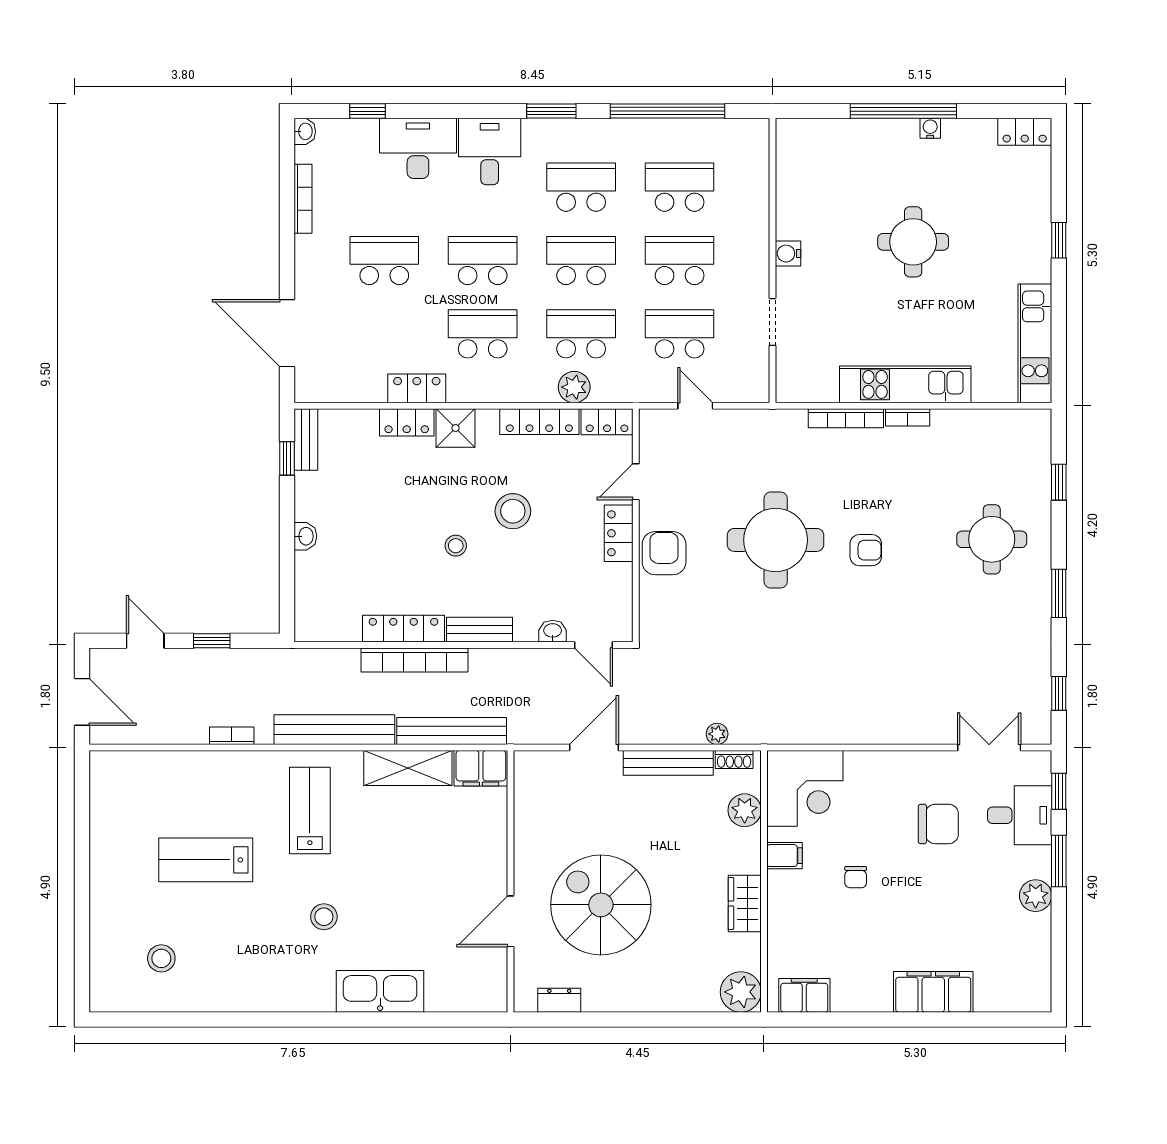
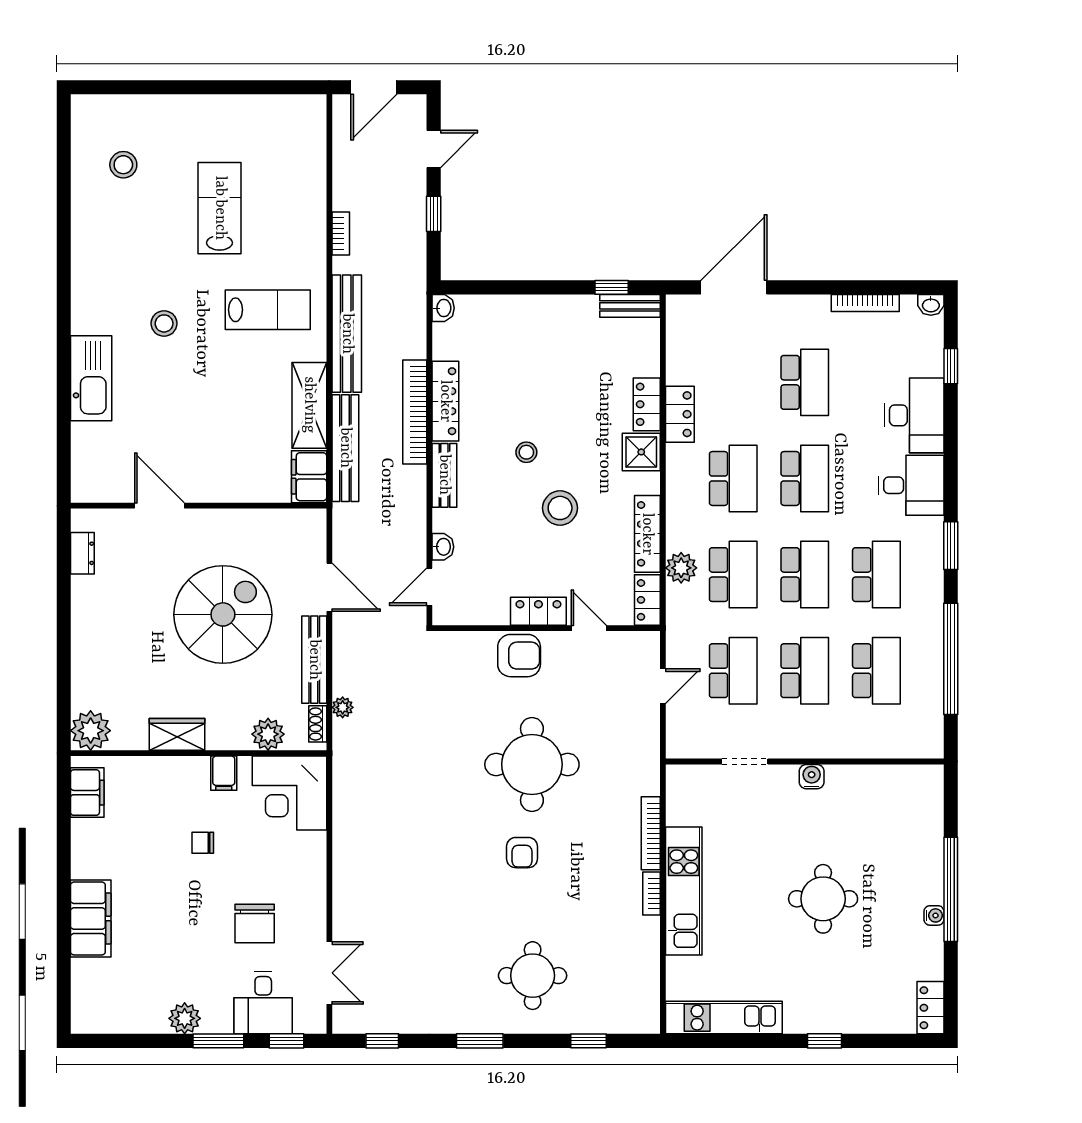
washbasin: (305, 536) -> (443, 308), moved, turned -90
spiral stairs: (601, 905) -> (223, 614), moved

